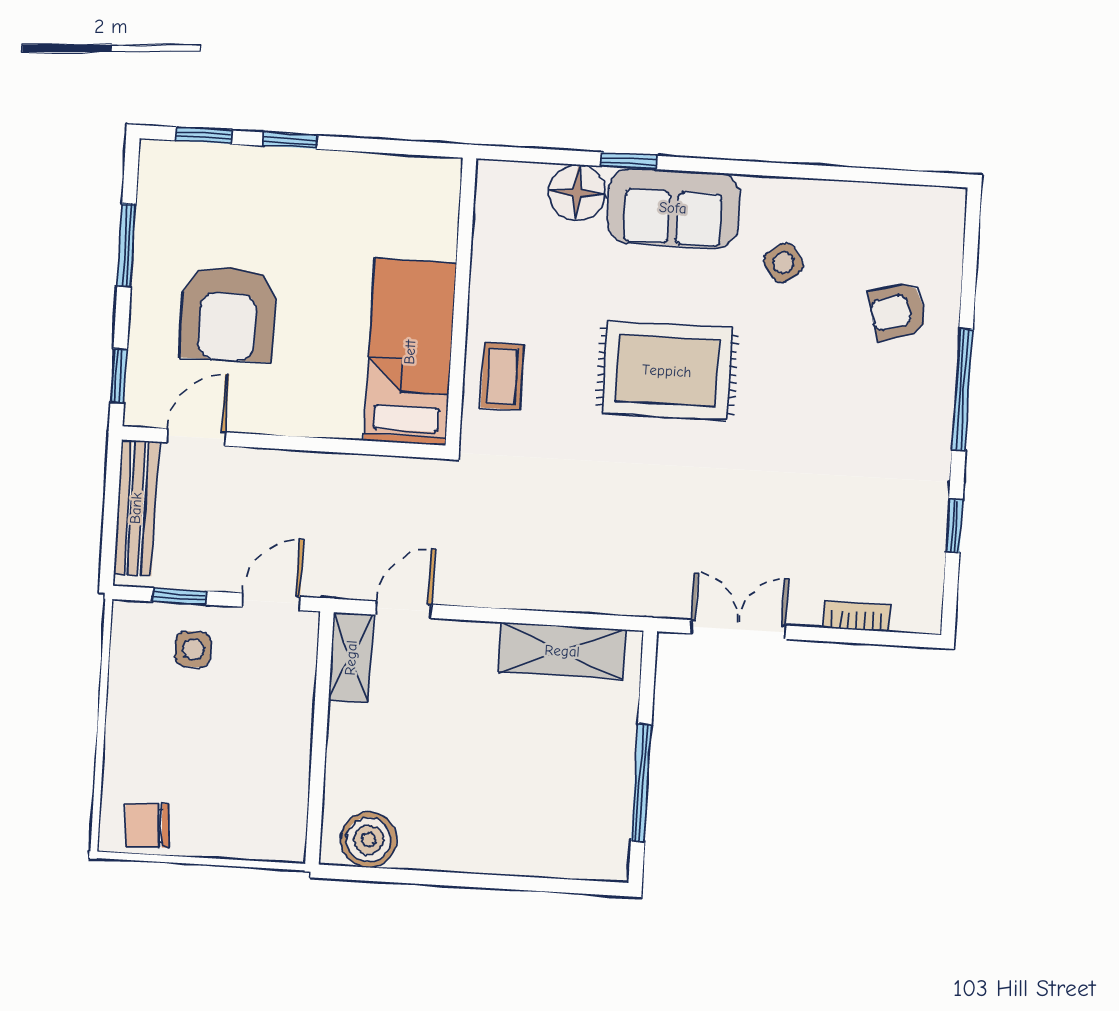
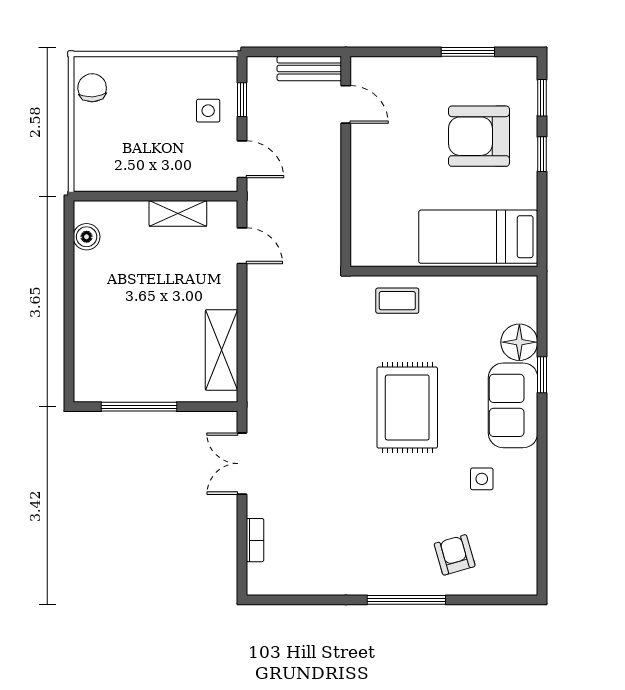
side table: (783, 263) -> (482, 479), turned 36
armchair: (228, 314) -> (479, 136), moved
bed: (410, 352) -> (478, 237), moved, turned 180
window: (119, 376) -> (383, 52), removed
bench: (136, 508) -> (309, 69), width x0.73
window: (954, 526) -> (318, 600), removed
double door: (738, 630) -> (242, 464), swing flipped
shelving: (351, 658) -> (178, 213), moved
boiler: (369, 840) -> (87, 237), width x0.73, depth x0.73

